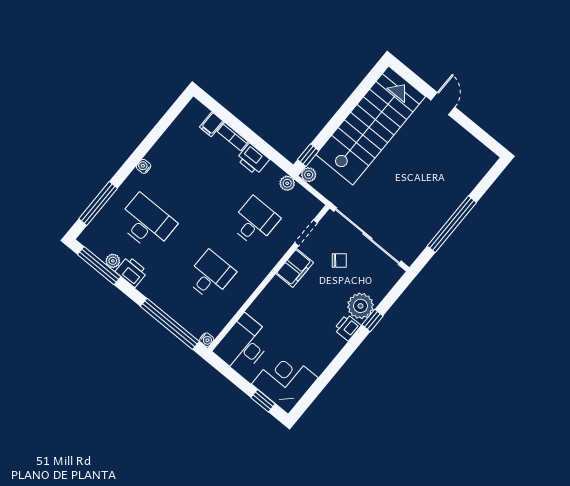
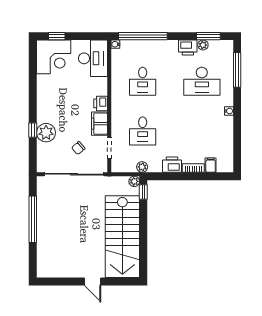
window: (99, 266) -> (208, 36), width x0.69
printer: (347, 327) -> (101, 103), moved, turned 180

